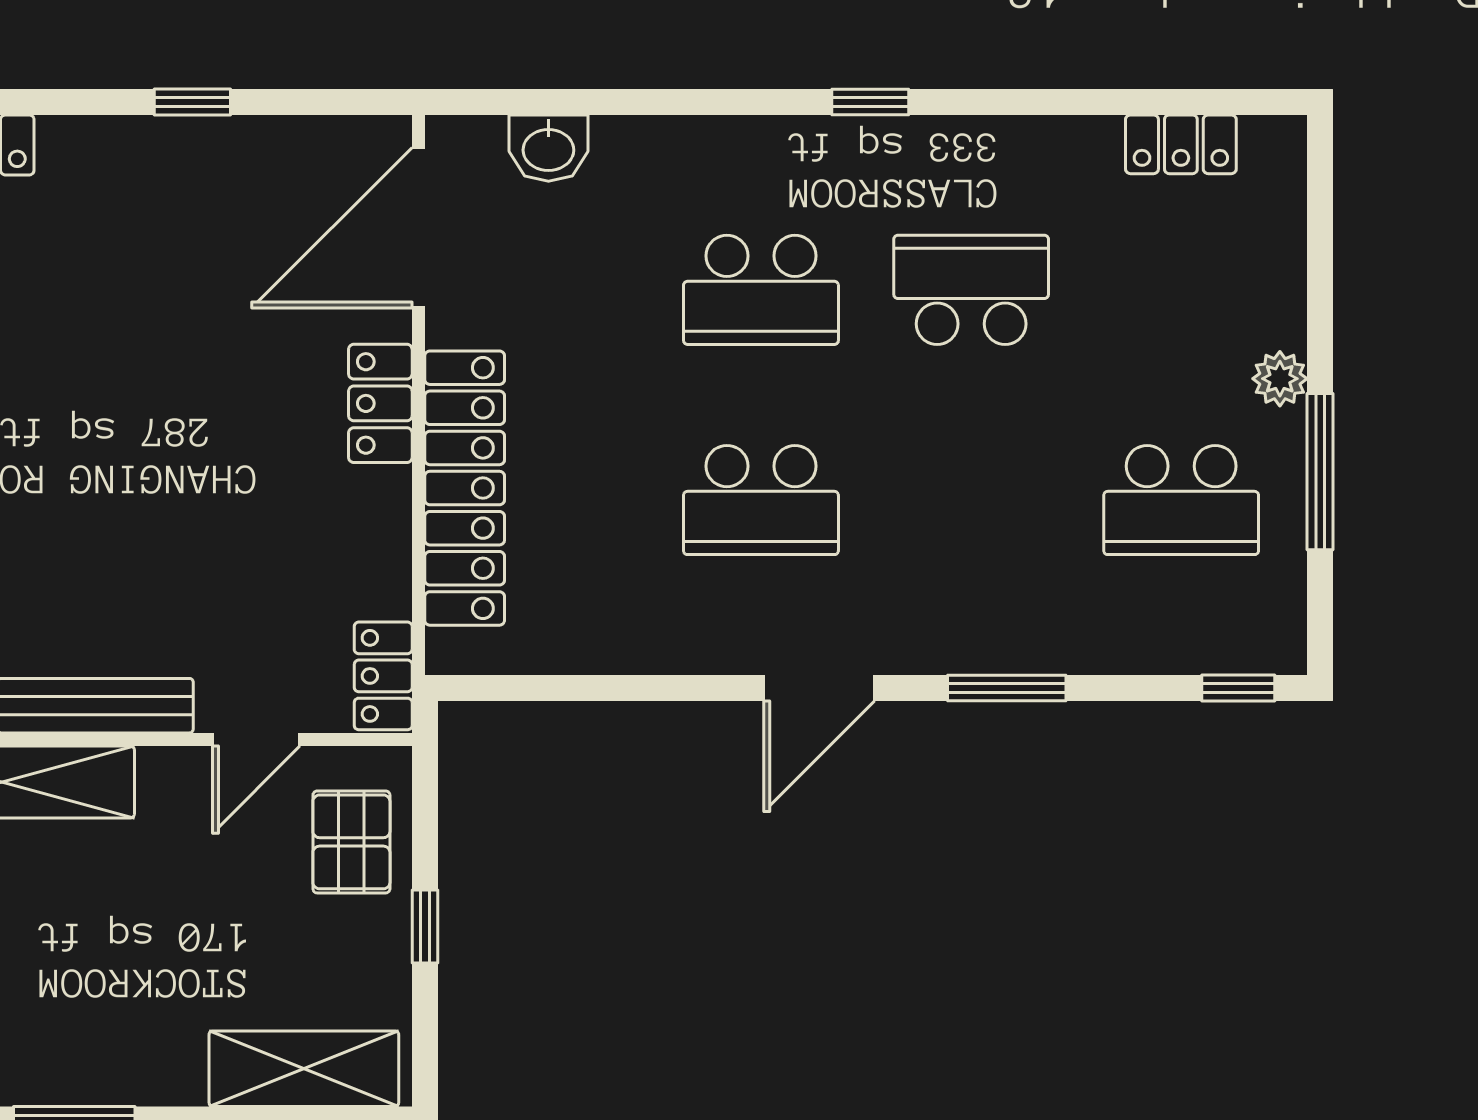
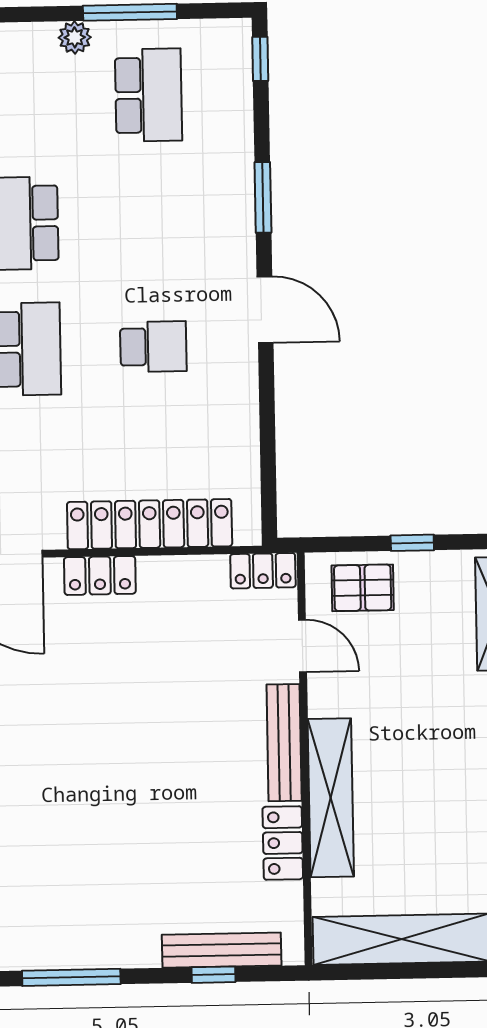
school desk: (761, 500) -> (153, 347), width x0.54

